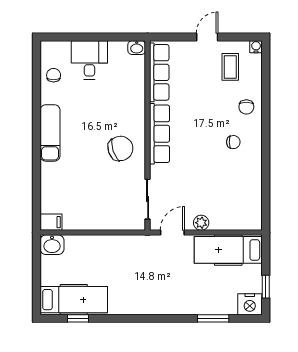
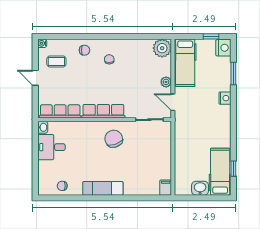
desk: (89, 60) -> (51, 147), moved
plant: (249, 217) -> (162, 48), added
washbasin: (52, 245) -> (200, 188), moved, turned -90
nightstand: (178, 306) -> (225, 98), added

